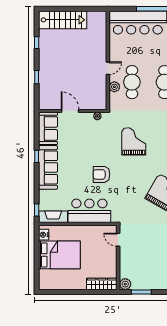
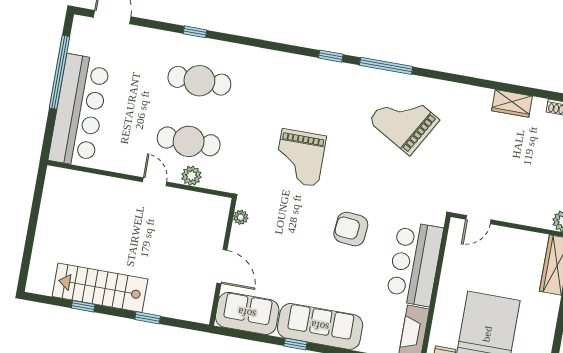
stairs: (63, 20) -> (100, 288), moved, turned -90
door: (70, 111) -> (222, 267), swing flipped
grand piano: (134, 141) -> (300, 158), turned -90
armchair: (101, 174) -> (351, 229), turned 95

